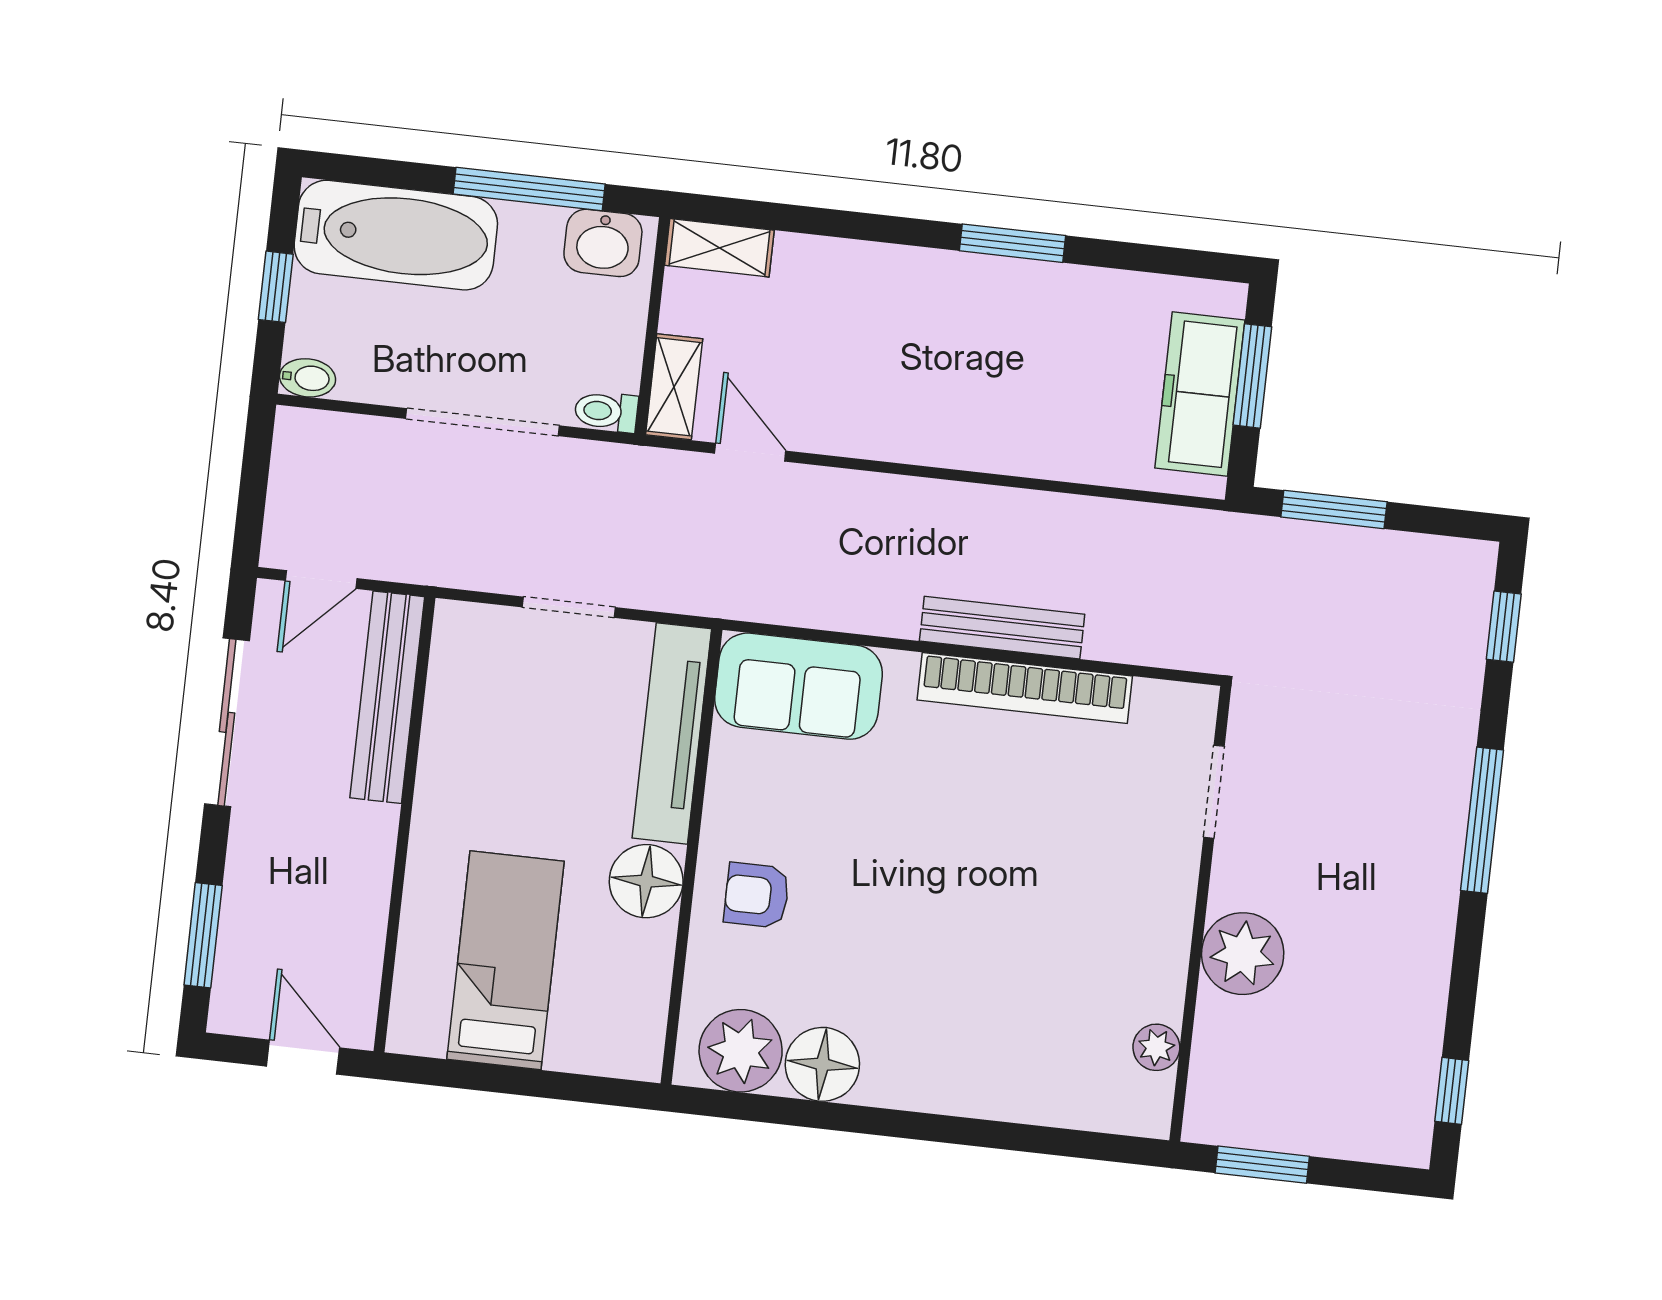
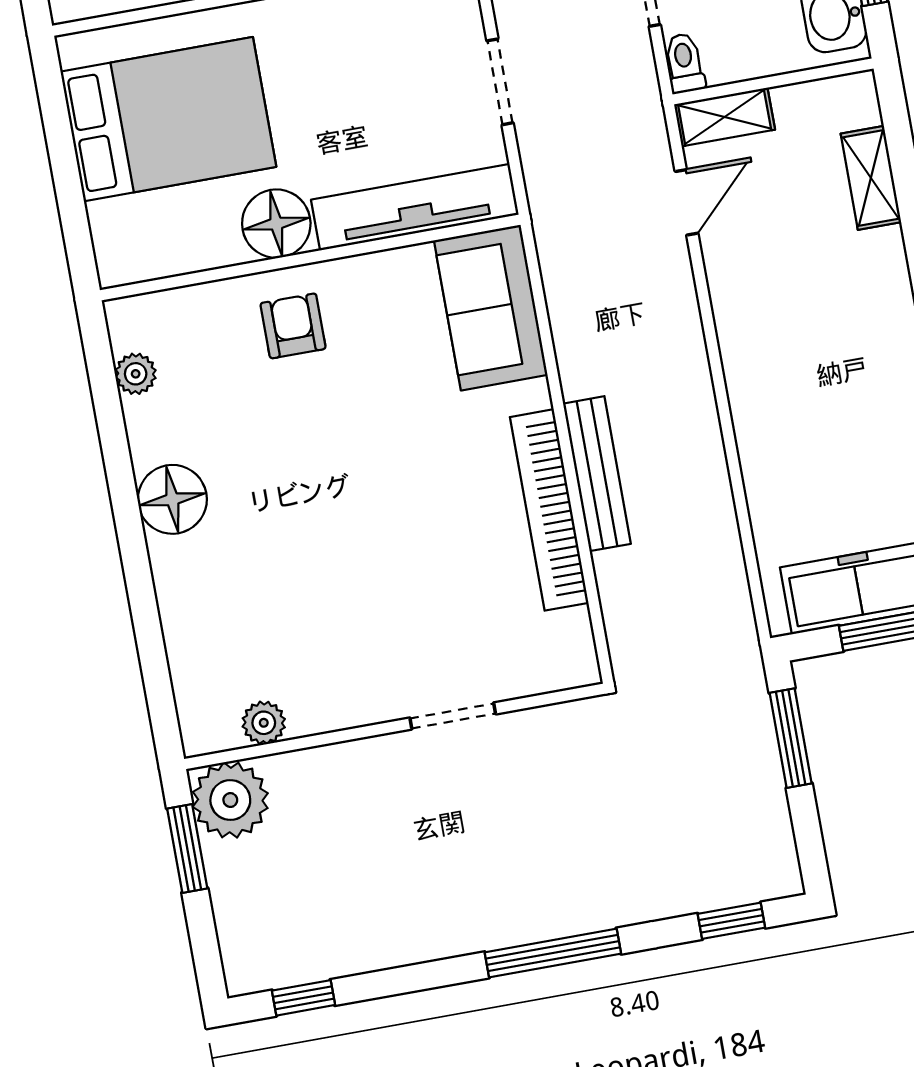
shelving: (719, 248) -> (871, 178), moved
doorway: (1214, 792) -> (453, 716), moved
plant: (1243, 954) -> (230, 800), moved
bed: (505, 960) -> (168, 119), width x1.50
plant: (741, 1051) -> (136, 374), width x0.53, depth x0.53
floor lamp: (822, 1064) -> (172, 499), moved

